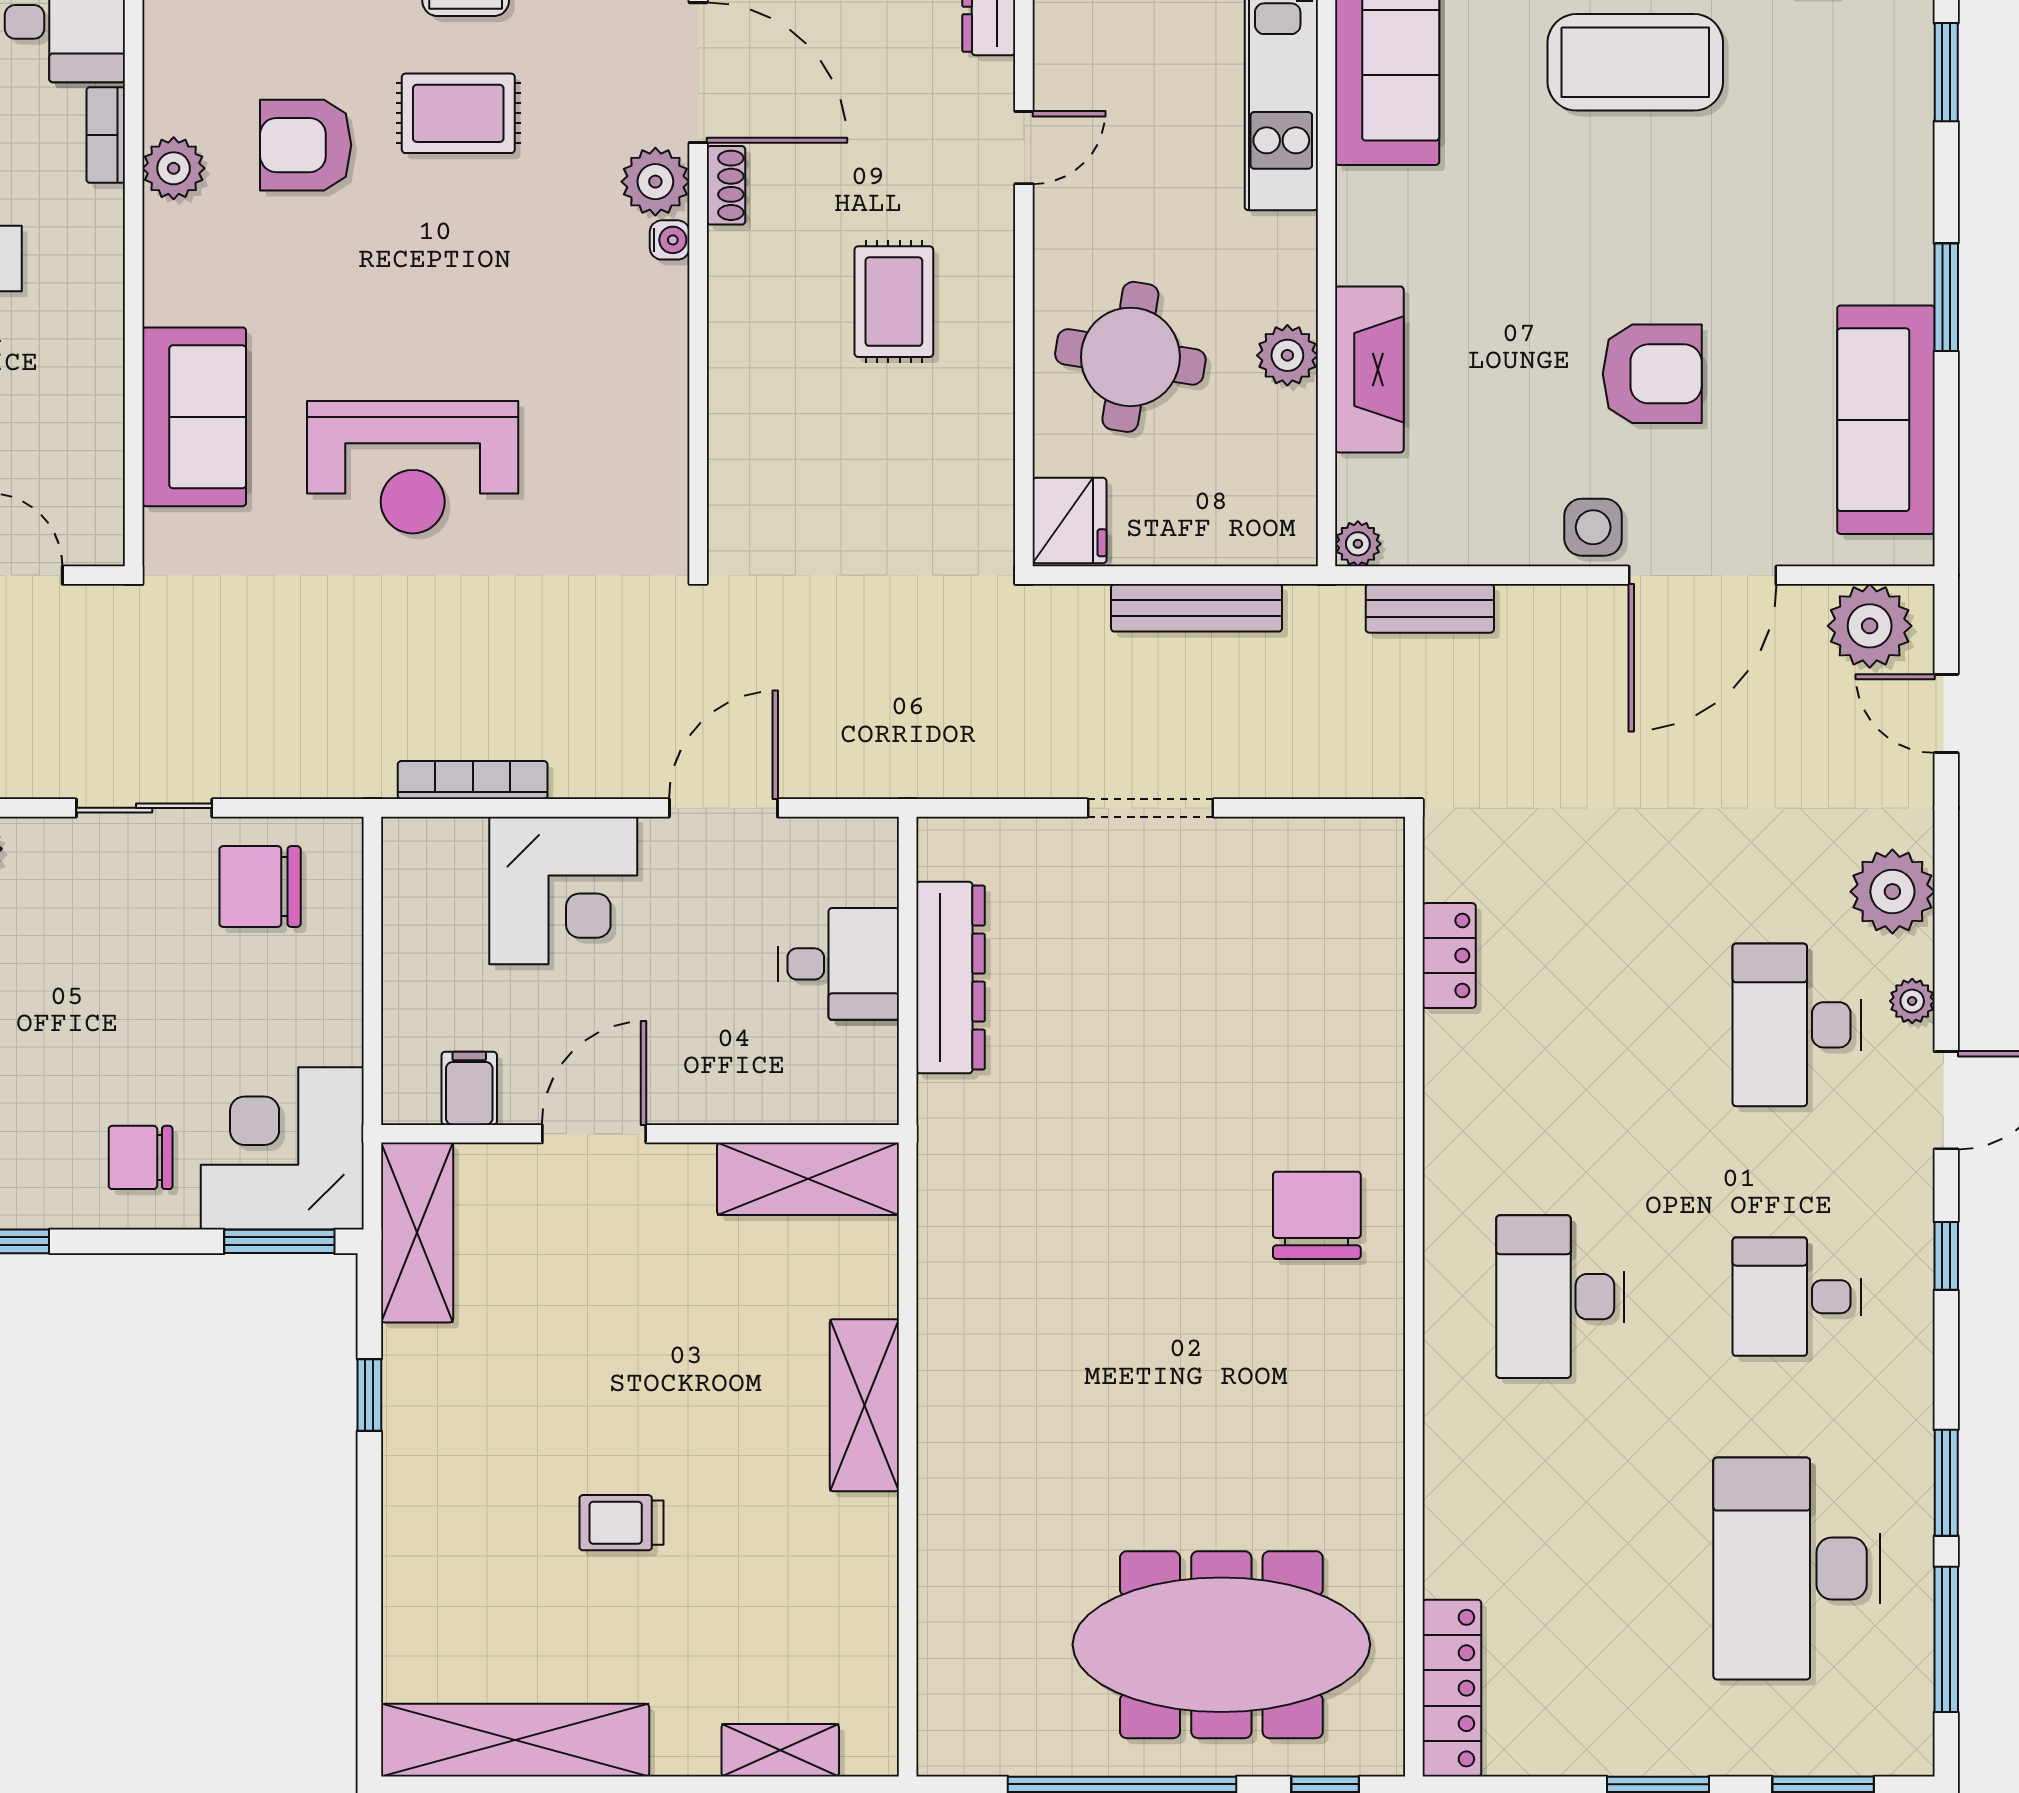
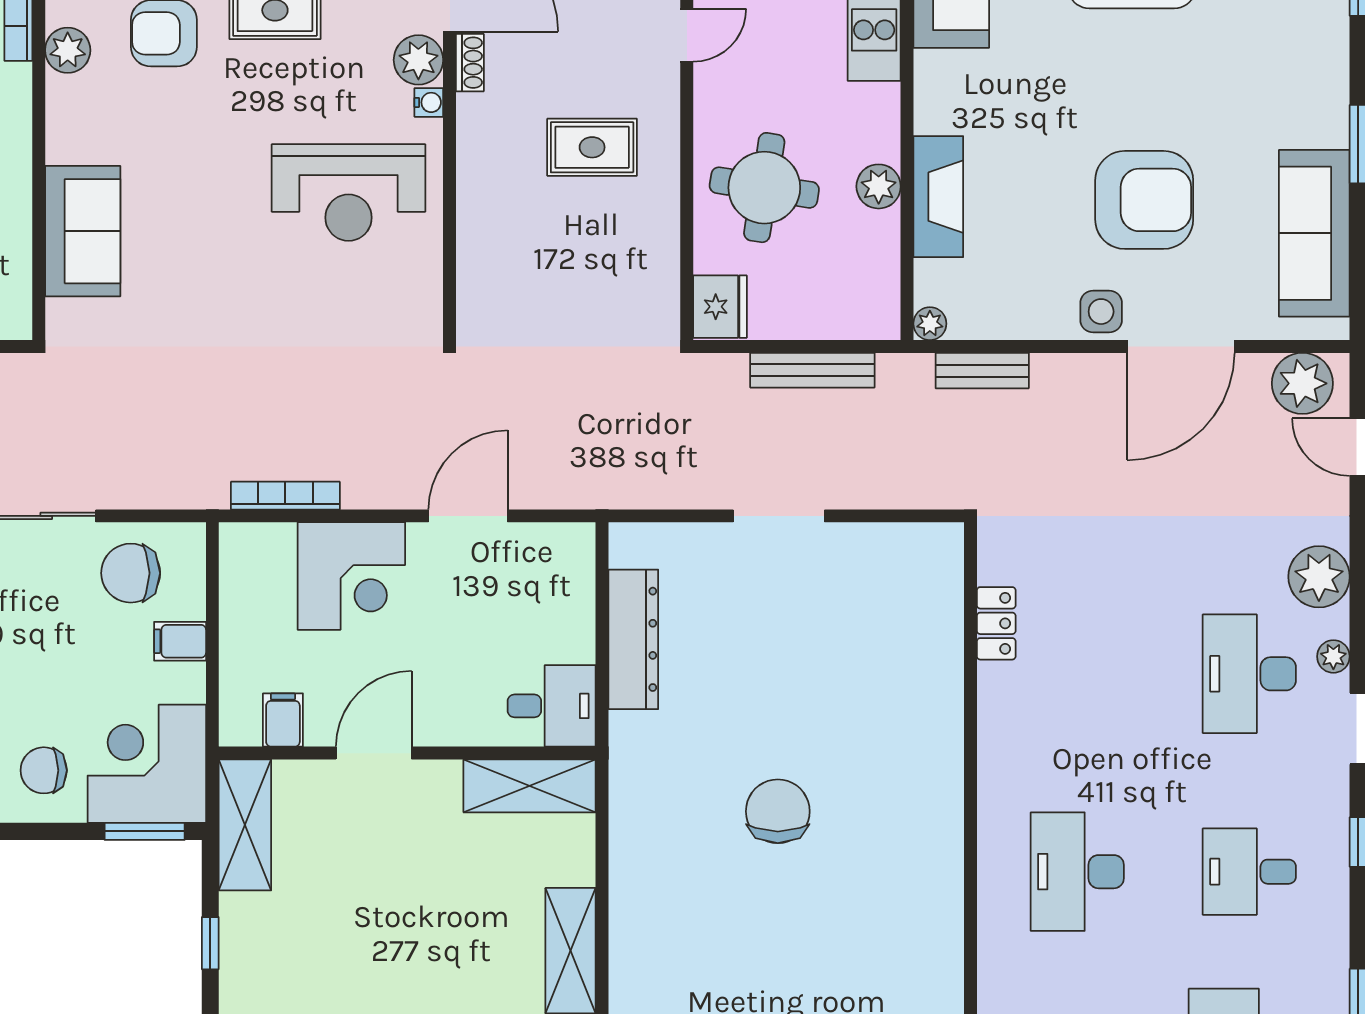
rug: (894, 302) -> (592, 147), turned 90
armchair: (1652, 374) -> (1144, 200), width x1.36, depth x1.36
reception desk: (413, 467) -> (349, 192), moved
desk: (838, 964) -> (552, 706), moved
filing cabinet: (328, 980) -> (180, 641), added
chair: (1317, 1215) -> (778, 811), moved

